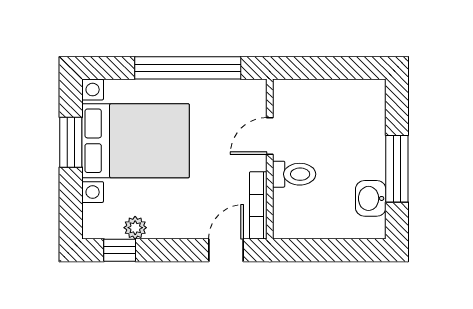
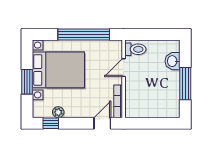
window: (71, 142) -> (27, 82), moved
toilet: (294, 174) -> (135, 49), moved
washbasin: (371, 198) -> (173, 61), moved

